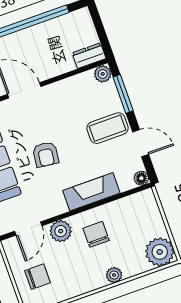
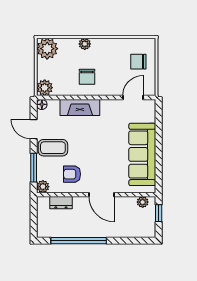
dresser: (89, 56) -> (61, 203), moved
armchair: (46, 154) -> (72, 174), moved, turned -97
plant: (61, 231) -> (45, 88), moved

